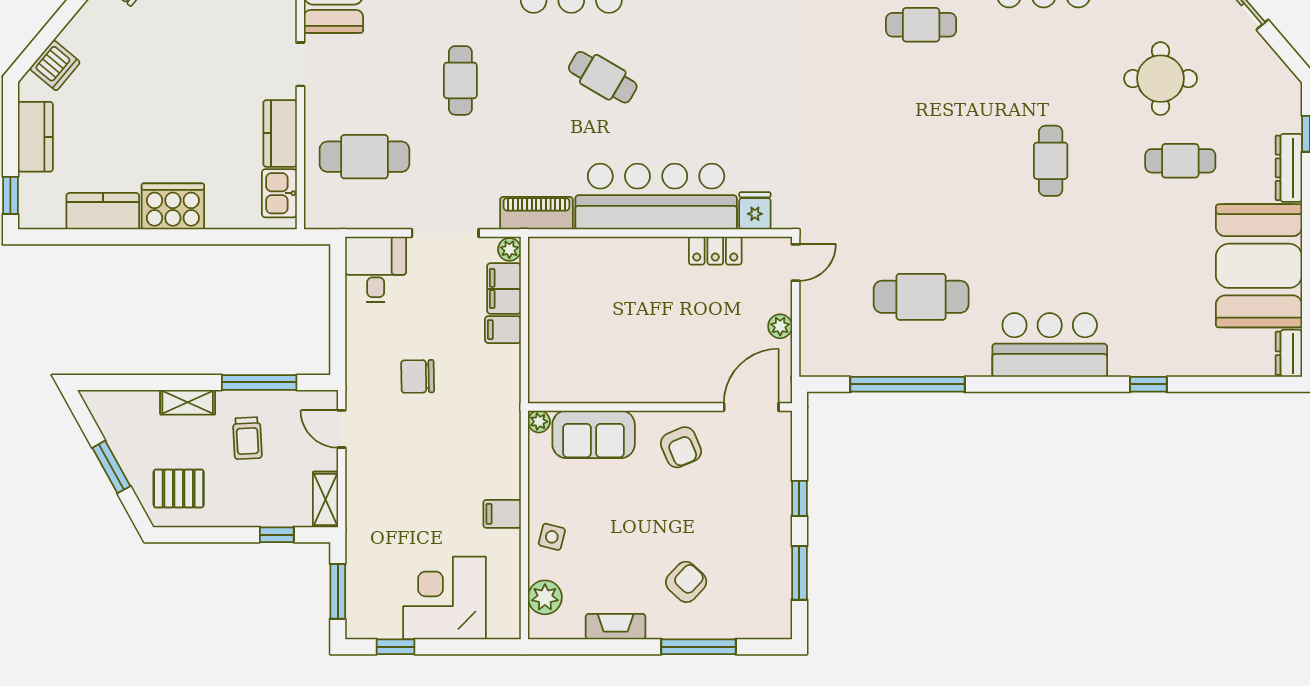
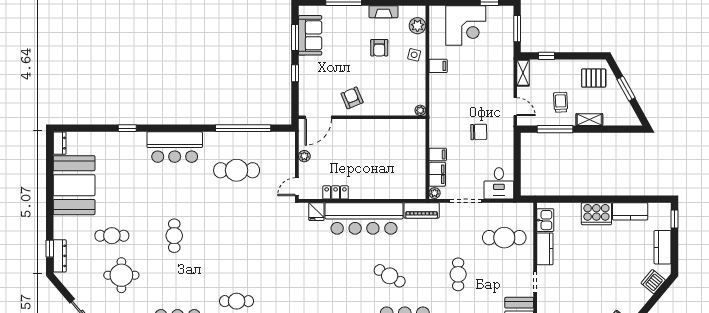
dresser: (1289, 168) -> (60, 256), moved
sofa: (594, 434) -> (310, 35), moved, turned 90
armchair: (686, 582) -> (379, 48), moved, turned -43

